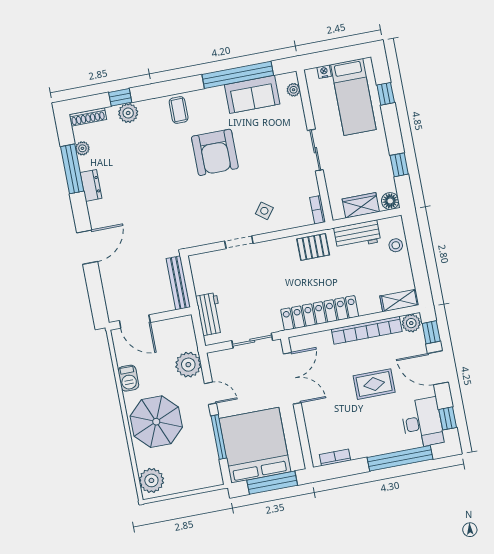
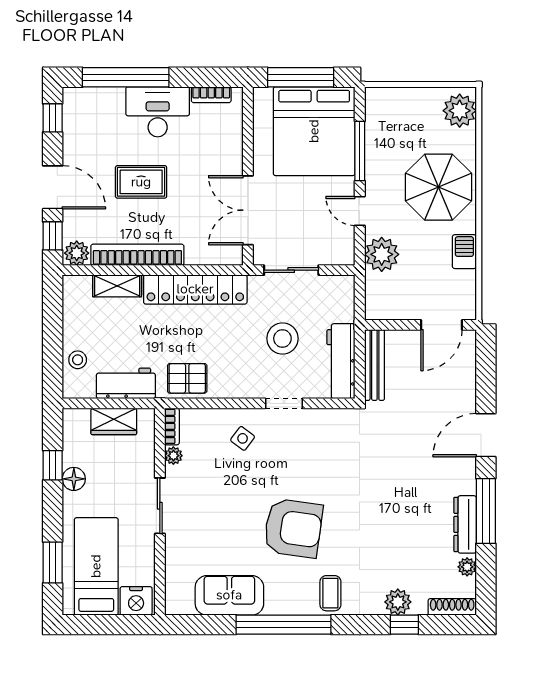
nightstand: (324, 72) -> (136, 601), width x1.89, depth x1.79
window: (238, 75) -> (283, 625), moved
plant: (294, 90) -> (173, 456), moved
window: (386, 94) -> (53, 562), width x1.50
armchair: (215, 152) -> (293, 528), turned 98
window: (72, 169) -> (486, 511), moved
dresser: (91, 185) -> (465, 524), width x1.44
floor lamp: (390, 201) -> (74, 479), moved
stool: (249, 289) -> (282, 338), added
shelving: (399, 301) -> (117, 286), moved
workbench: (210, 314) -> (341, 361), moved, width x1.38
door: (135, 322) -> (442, 325), swing flipped
desk: (422, 423) -> (158, 112), moved, turned 90

